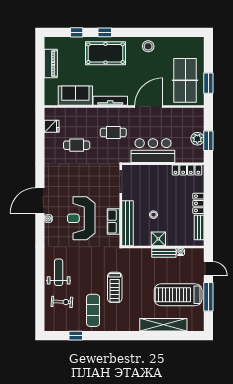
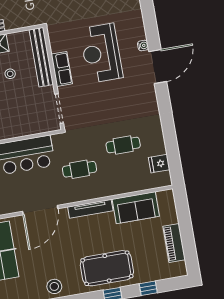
reception desk: (81, 218) -> (101, 53), turned 180
row of seats: (113, 221) -> (62, 69), moved

